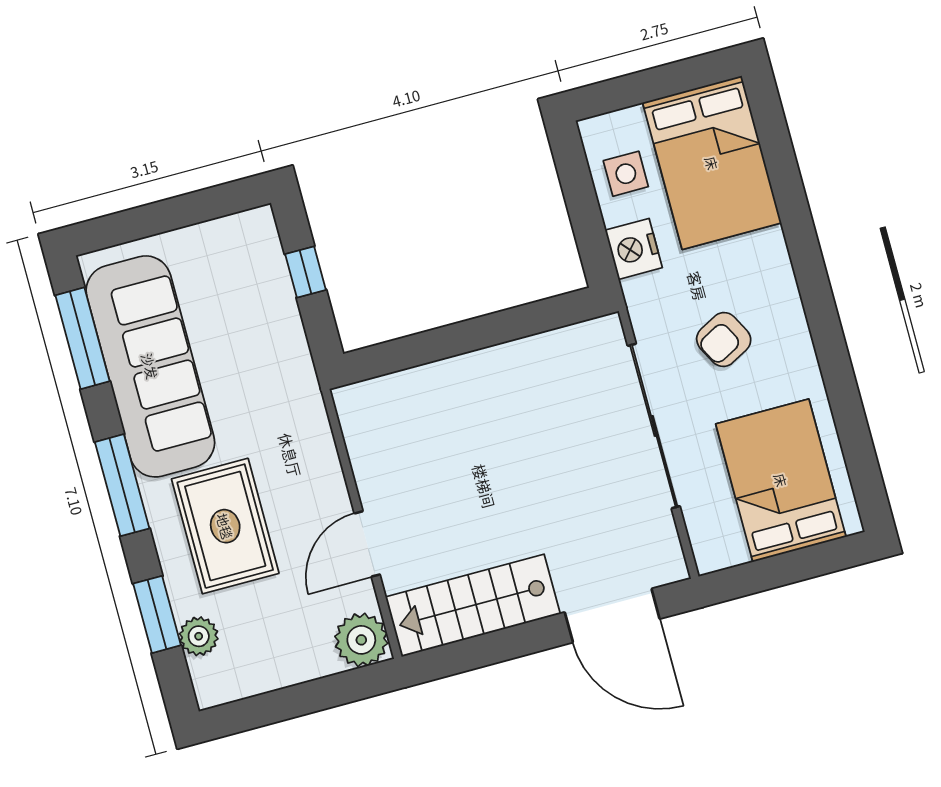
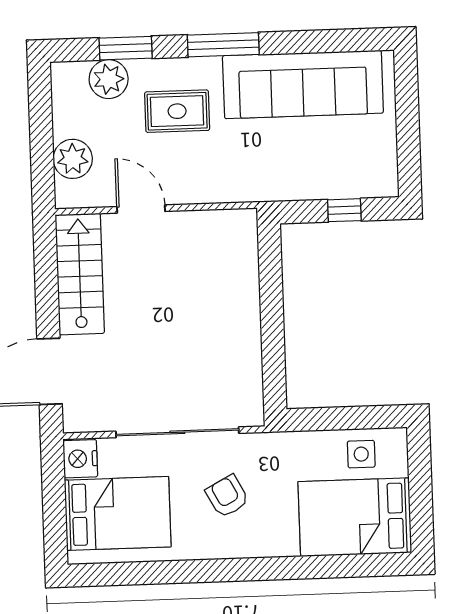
nightstand: (634, 249) -> (80, 459), moved, turned -90
window: (82, 338) -> (334, 41), removed
rug: (225, 526) -> (177, 111), width x0.73, depth x0.70
plant: (199, 636) -> (109, 79), width x1.36, depth x1.36
plant: (361, 640) -> (73, 159), moved

